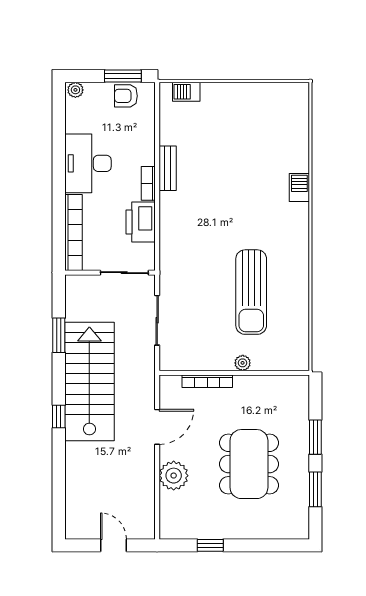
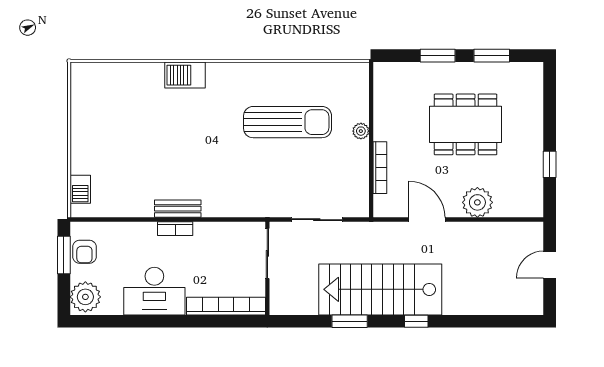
plant: (75, 90) -> (85, 297), width x1.88, depth x1.88
bench: (168, 168) -> (178, 209), moved
barbecue: (299, 188) -> (185, 75), width x1.38, depth x1.27
printer: (141, 222) -> (215, 237), removed
window: (59, 335) -> (350, 321), moved

